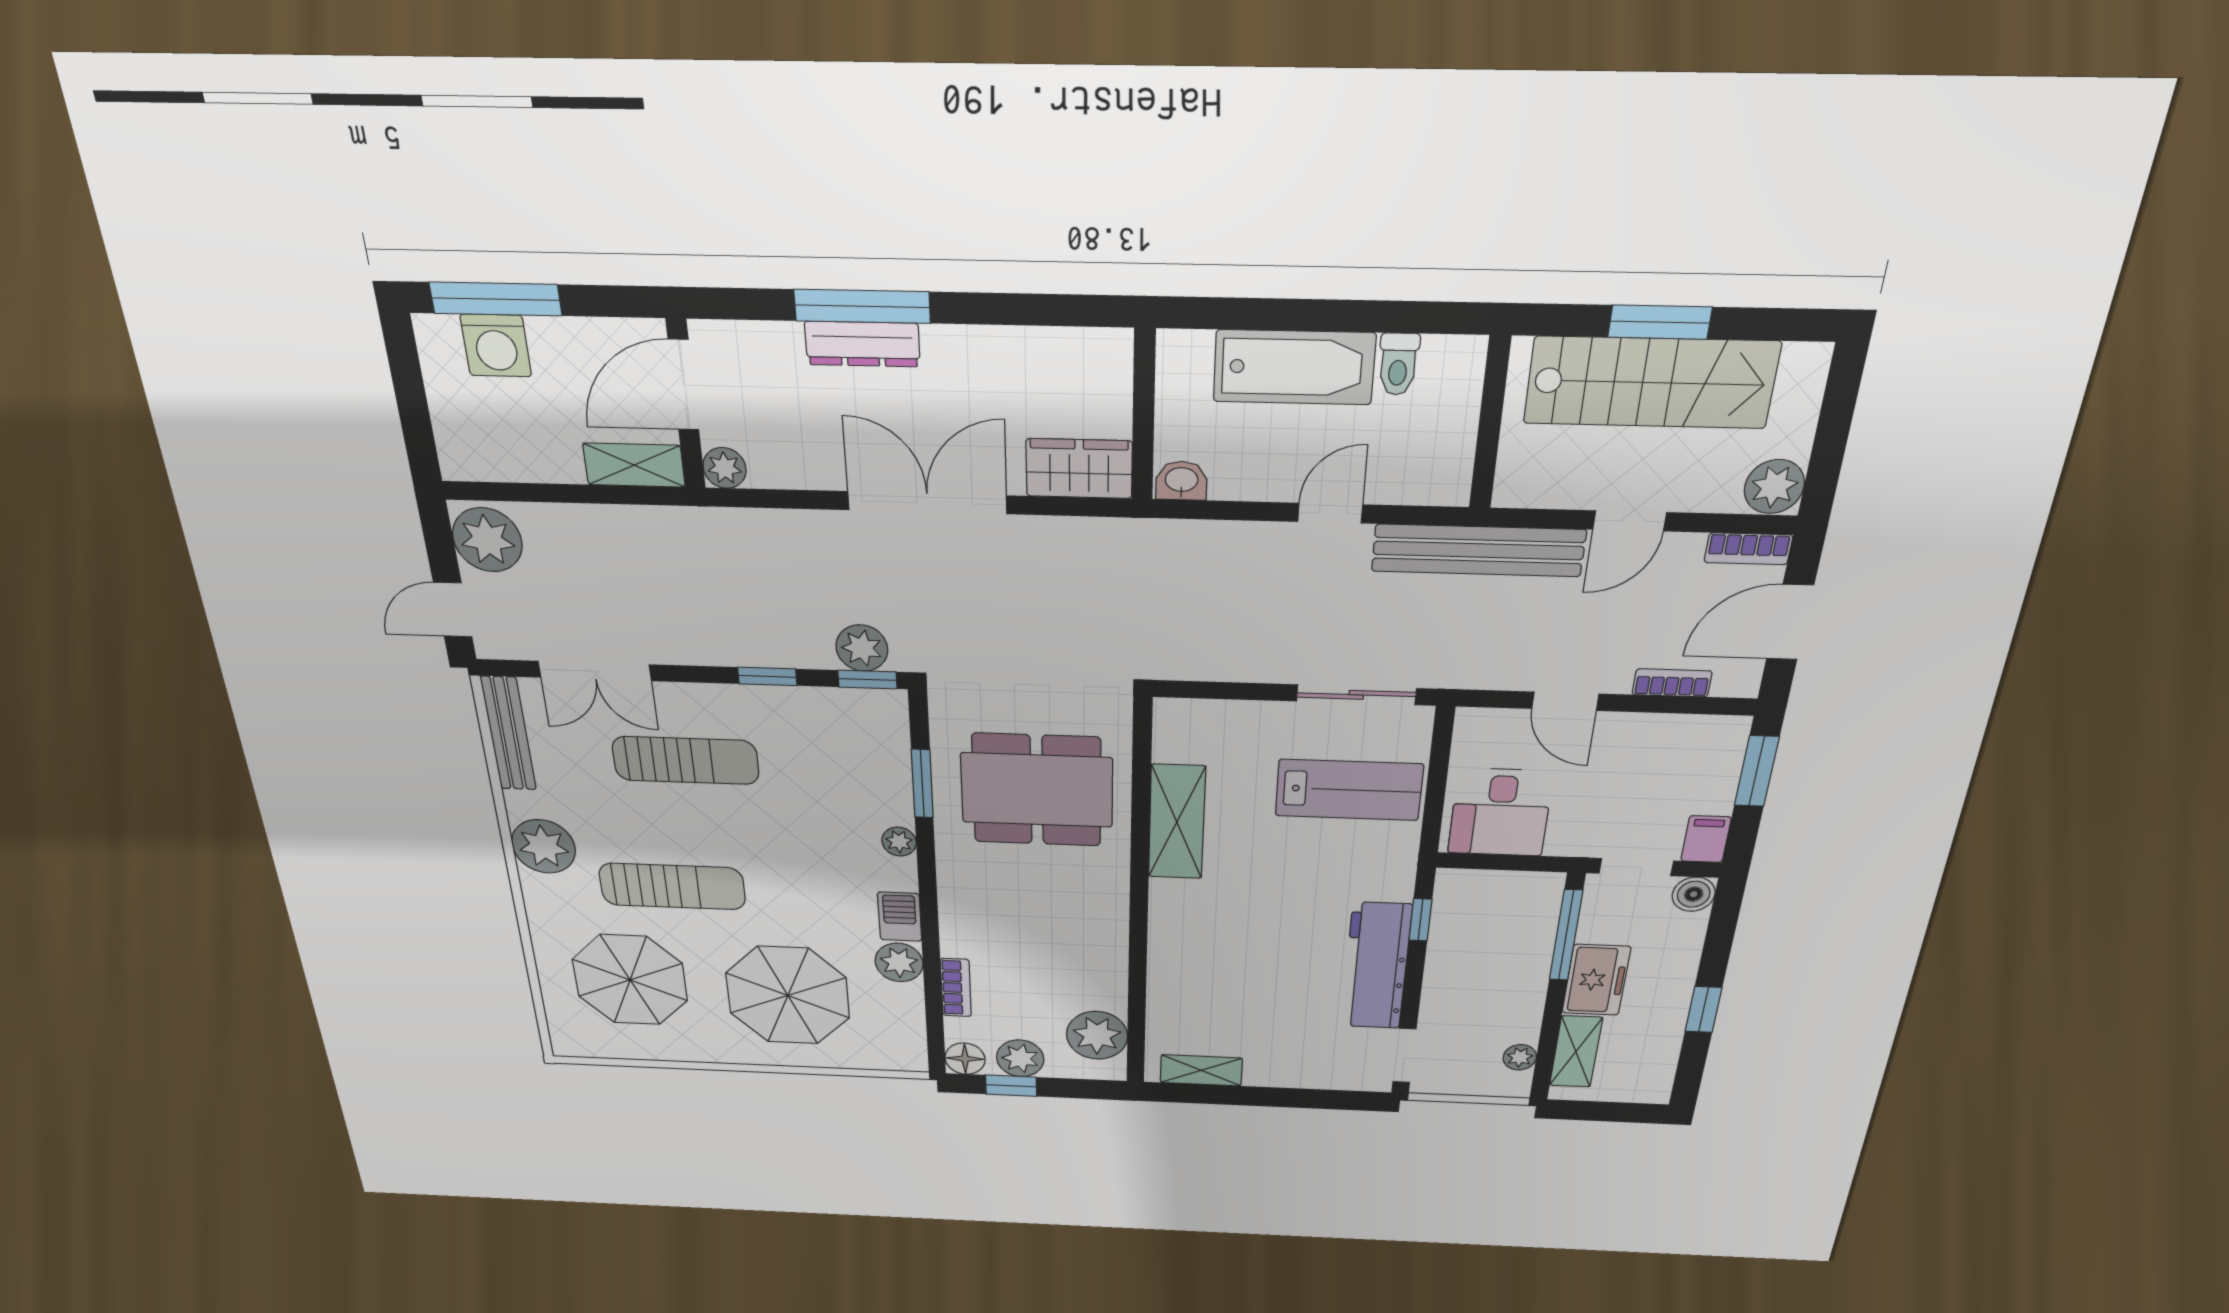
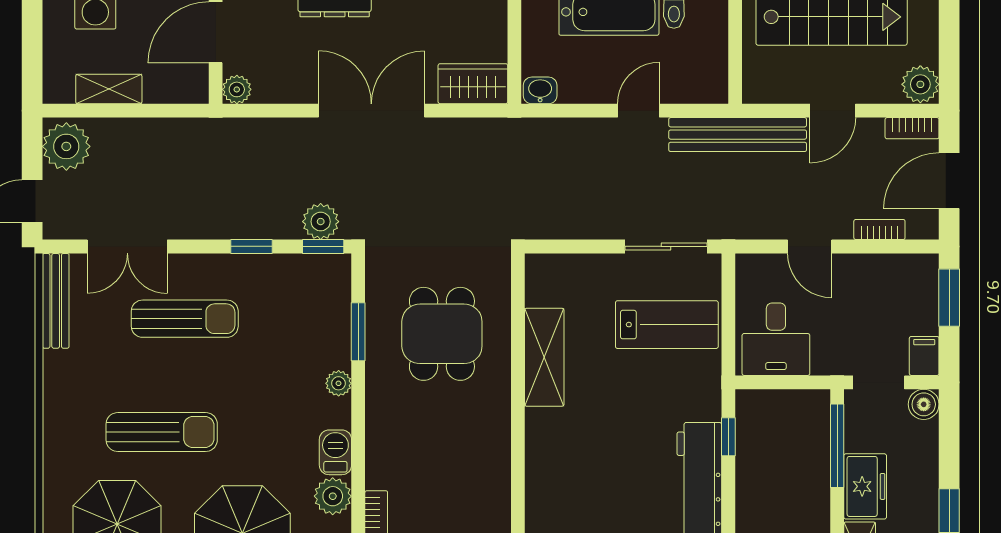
shelving: (634, 465) -> (109, 89), moved
dining table: (1037, 790) -> (442, 334), width x0.73
plant: (544, 846) -> (67, 399), removed

